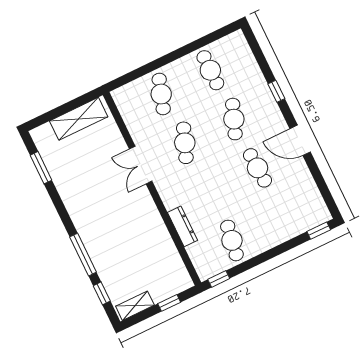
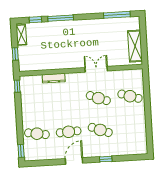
cafe table: (210, 70) -> (132, 128), removed
window: (41, 168) -> (117, 15), width x1.44
cafe table: (232, 240) -> (37, 134), moved

